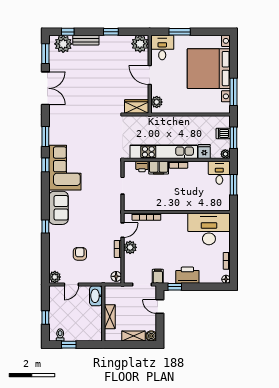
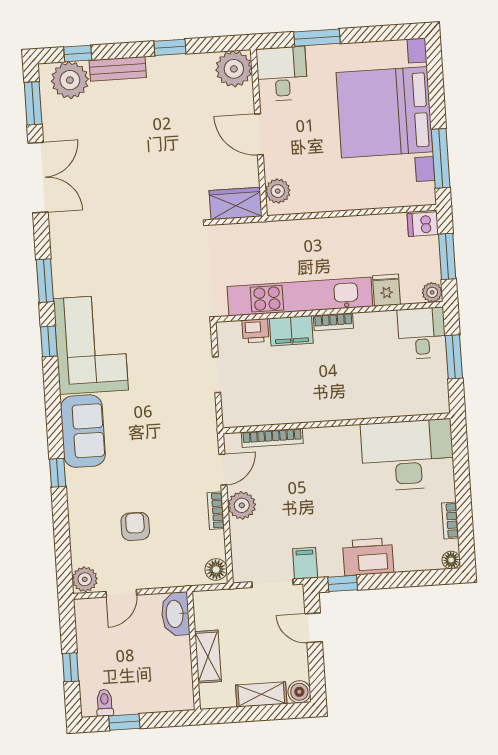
dishwasher: (223, 133) -> (423, 224), moved

